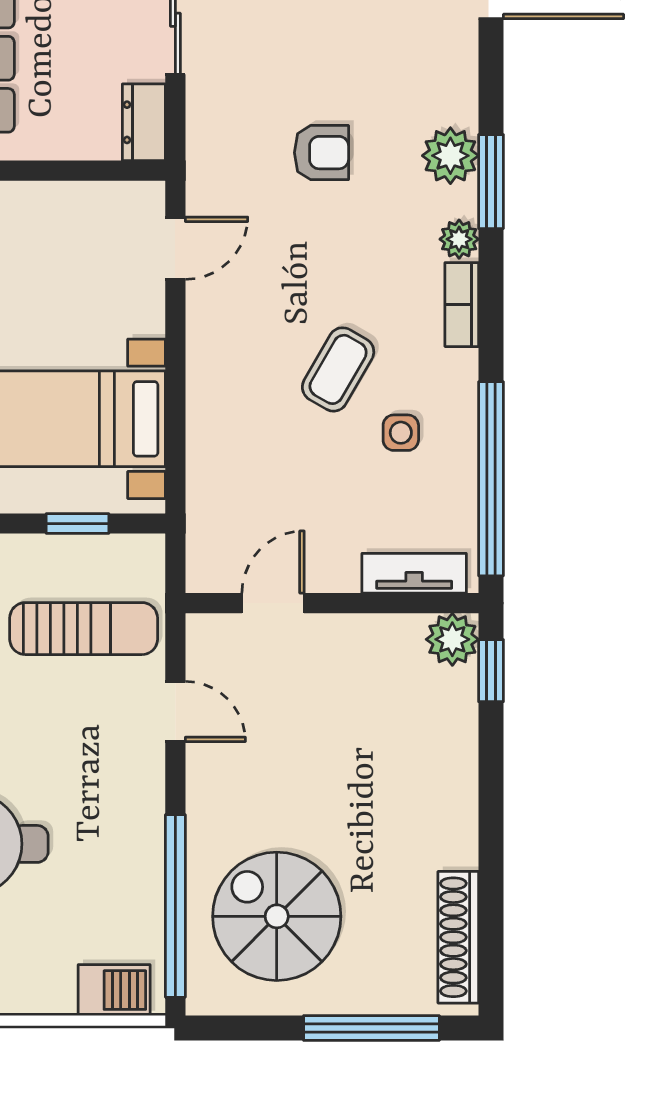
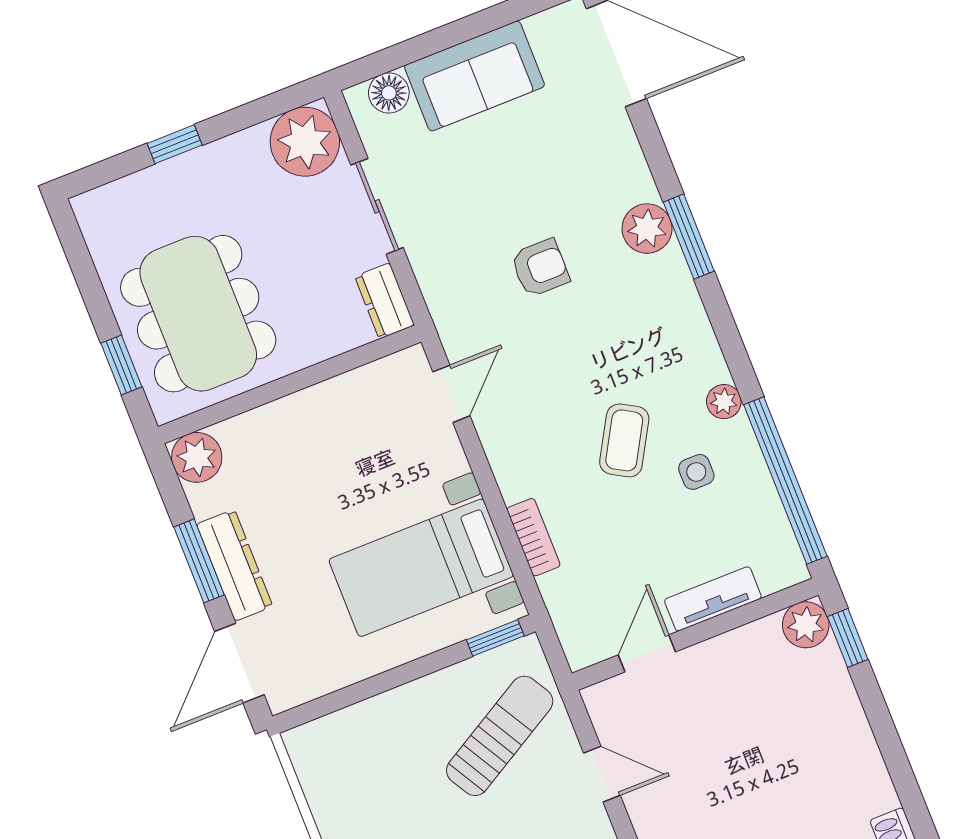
plant: (459, 239) -> (724, 402), moved
bookcase: (462, 305) -> (533, 537), moved, turned 180
window: (78, 524) -> (495, 638), moved
tv unit: (414, 573) -> (713, 599), moved
sun lounger: (84, 629) -> (500, 736), turned -30

